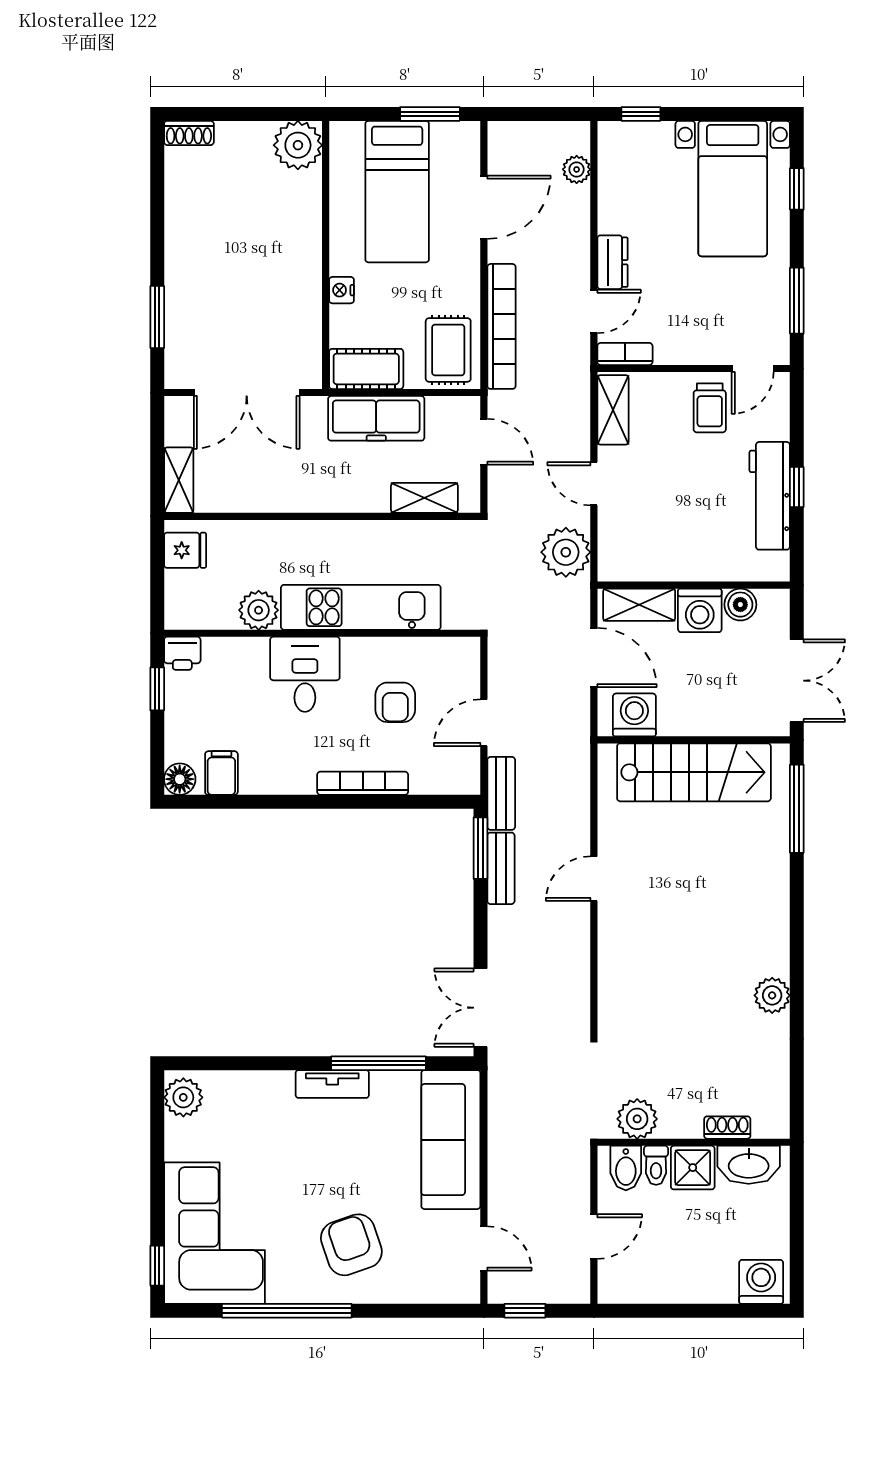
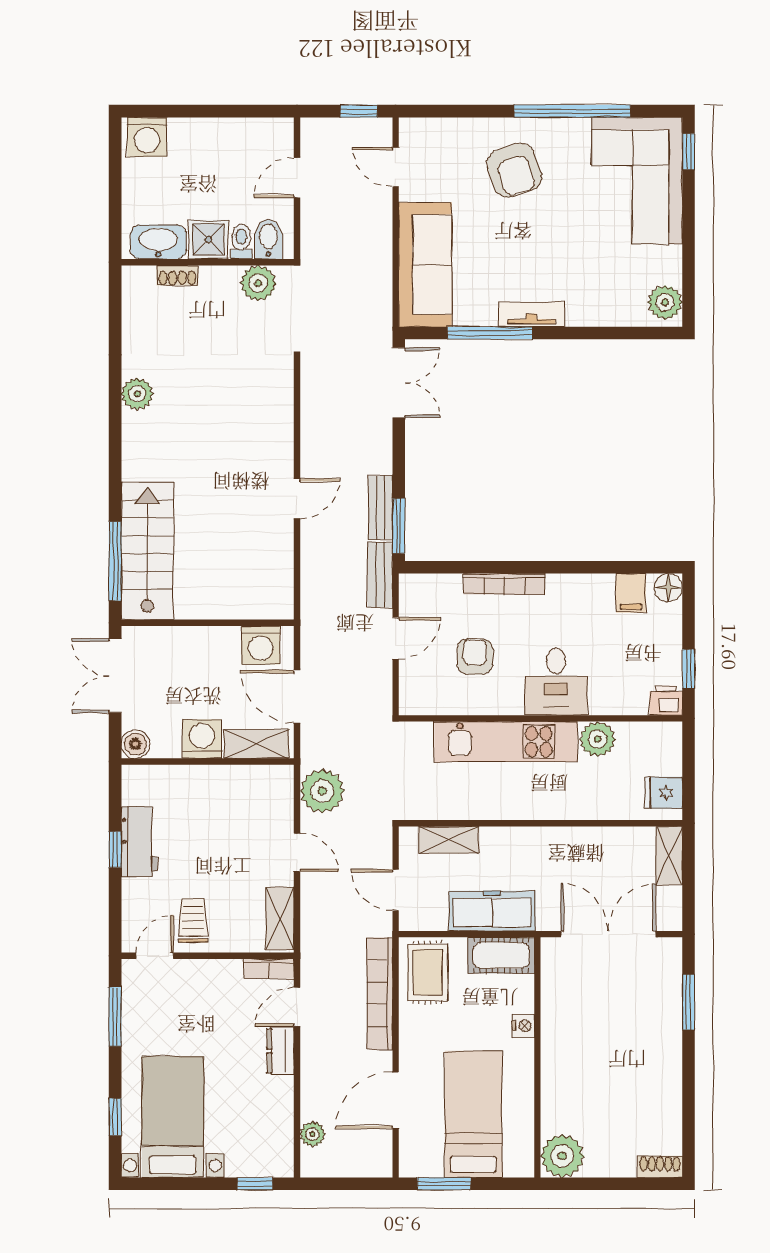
workbench: (770, 496) -> (139, 842), width x0.73
boiler: (740, 605) -> (136, 744), moved
stairs: (694, 772) -> (147, 551), moved, turned 90

